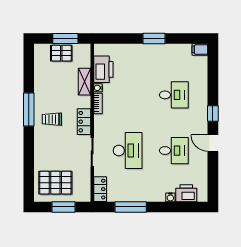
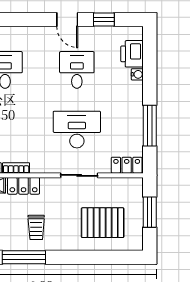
window: (213, 114) -> (104, 20), moved
locker: (84, 122) -> (24, 186), moved
door: (213, 143) -> (67, 20), hinge flipped
pallet: (55, 183) -> (103, 223), moved, turned 90

